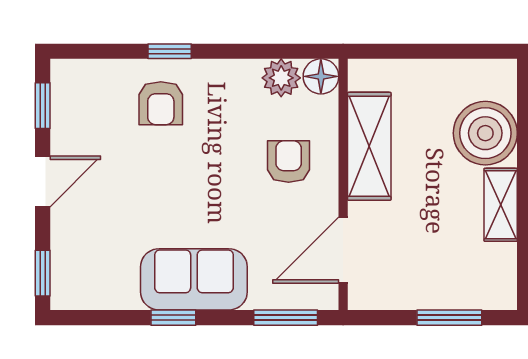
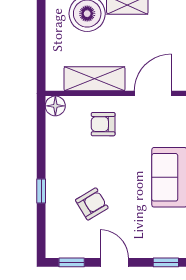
plant: (281, 78) -> (56, 128), removed
armchair: (161, 103) -> (92, 204), moved, turned -31
door: (343, 250) -> (153, 93), swing flipped

